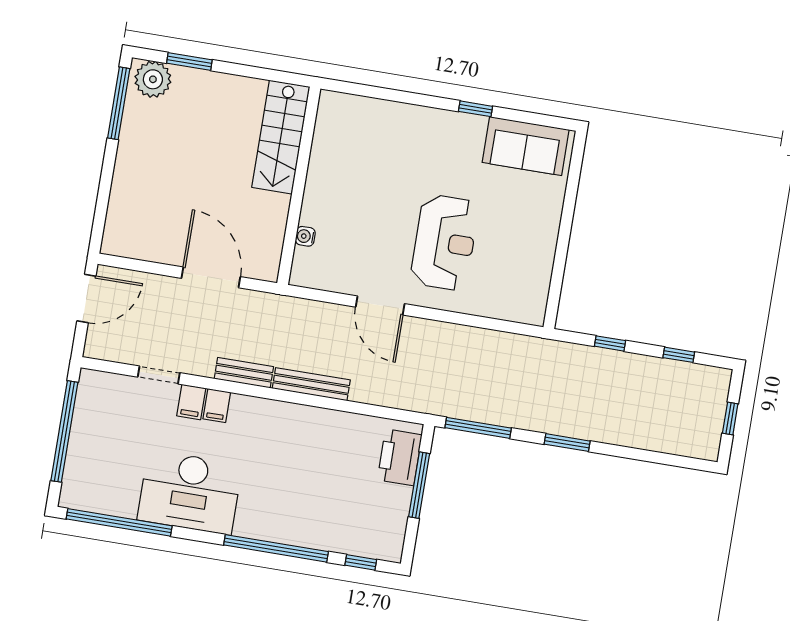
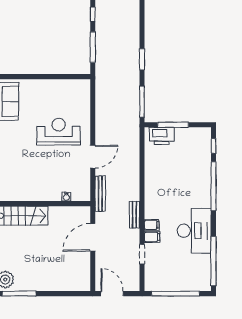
window: (610, 343) -> (93, 47), width x2.17
bench: (311, 384) -> (100, 194), moved

